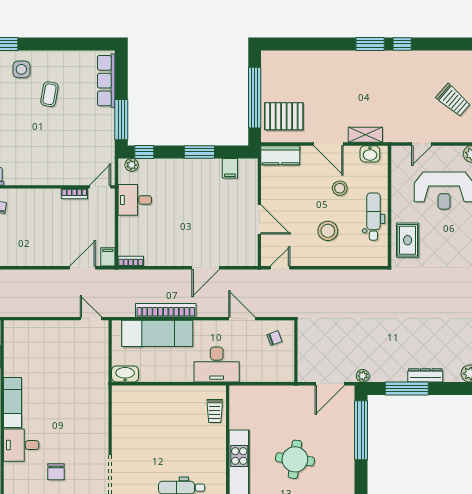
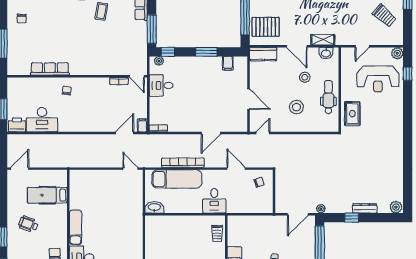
door: (100, 187) -> (137, 76), swing flipped
desk: (217, 365) -> (214, 201), width x0.73
window: (407, 389) -> (352, 218), width x0.46

